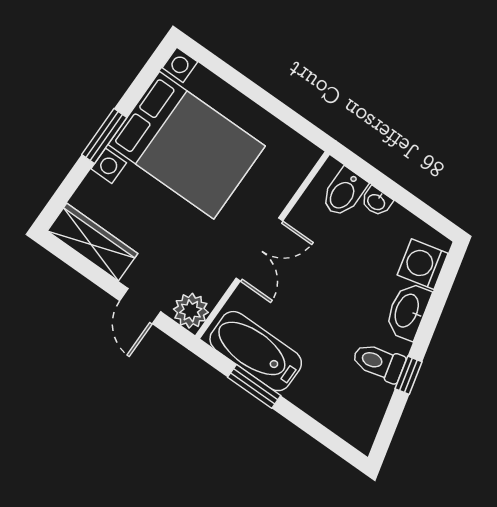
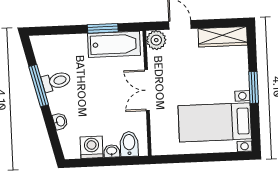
bed with nightstands: (187, 145) -> (215, 122), width x0.73
washing machine: (423, 264) -> (92, 147), moved, turned -76
washbasin: (408, 311) -> (60, 121), width x0.52, depth x0.69
window: (408, 375) -> (39, 86), width x2.17

